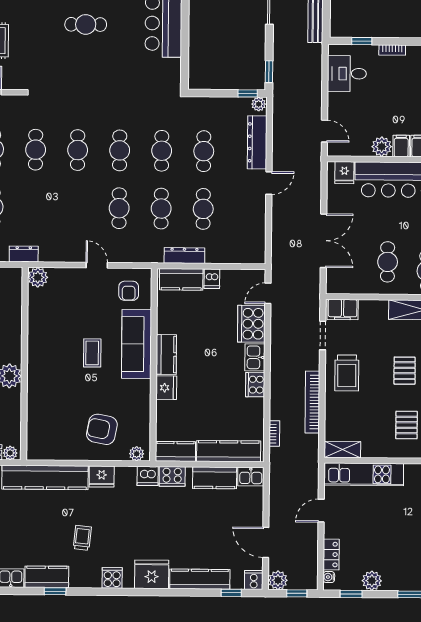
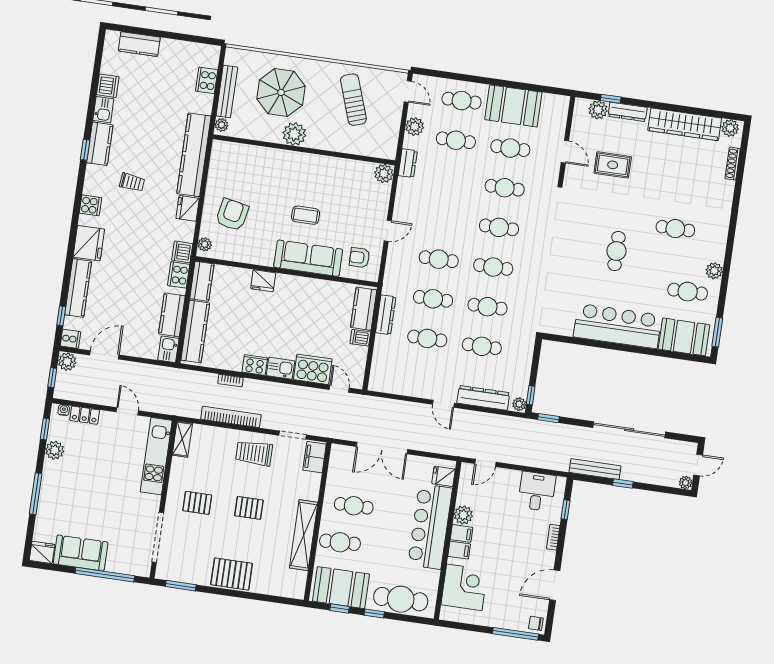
kitchen counter: (166, 354) -> (295, 285), removed
bookcase: (274, 434) -> (230, 381), moved

